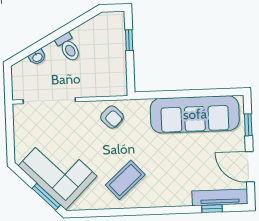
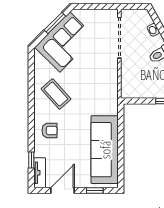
armchair: (112, 117) -> (50, 131), moved, turned -136
window: (46, 197) -> (55, 23), moved
tv unit: (220, 197) -> (40, 173), width x0.71

